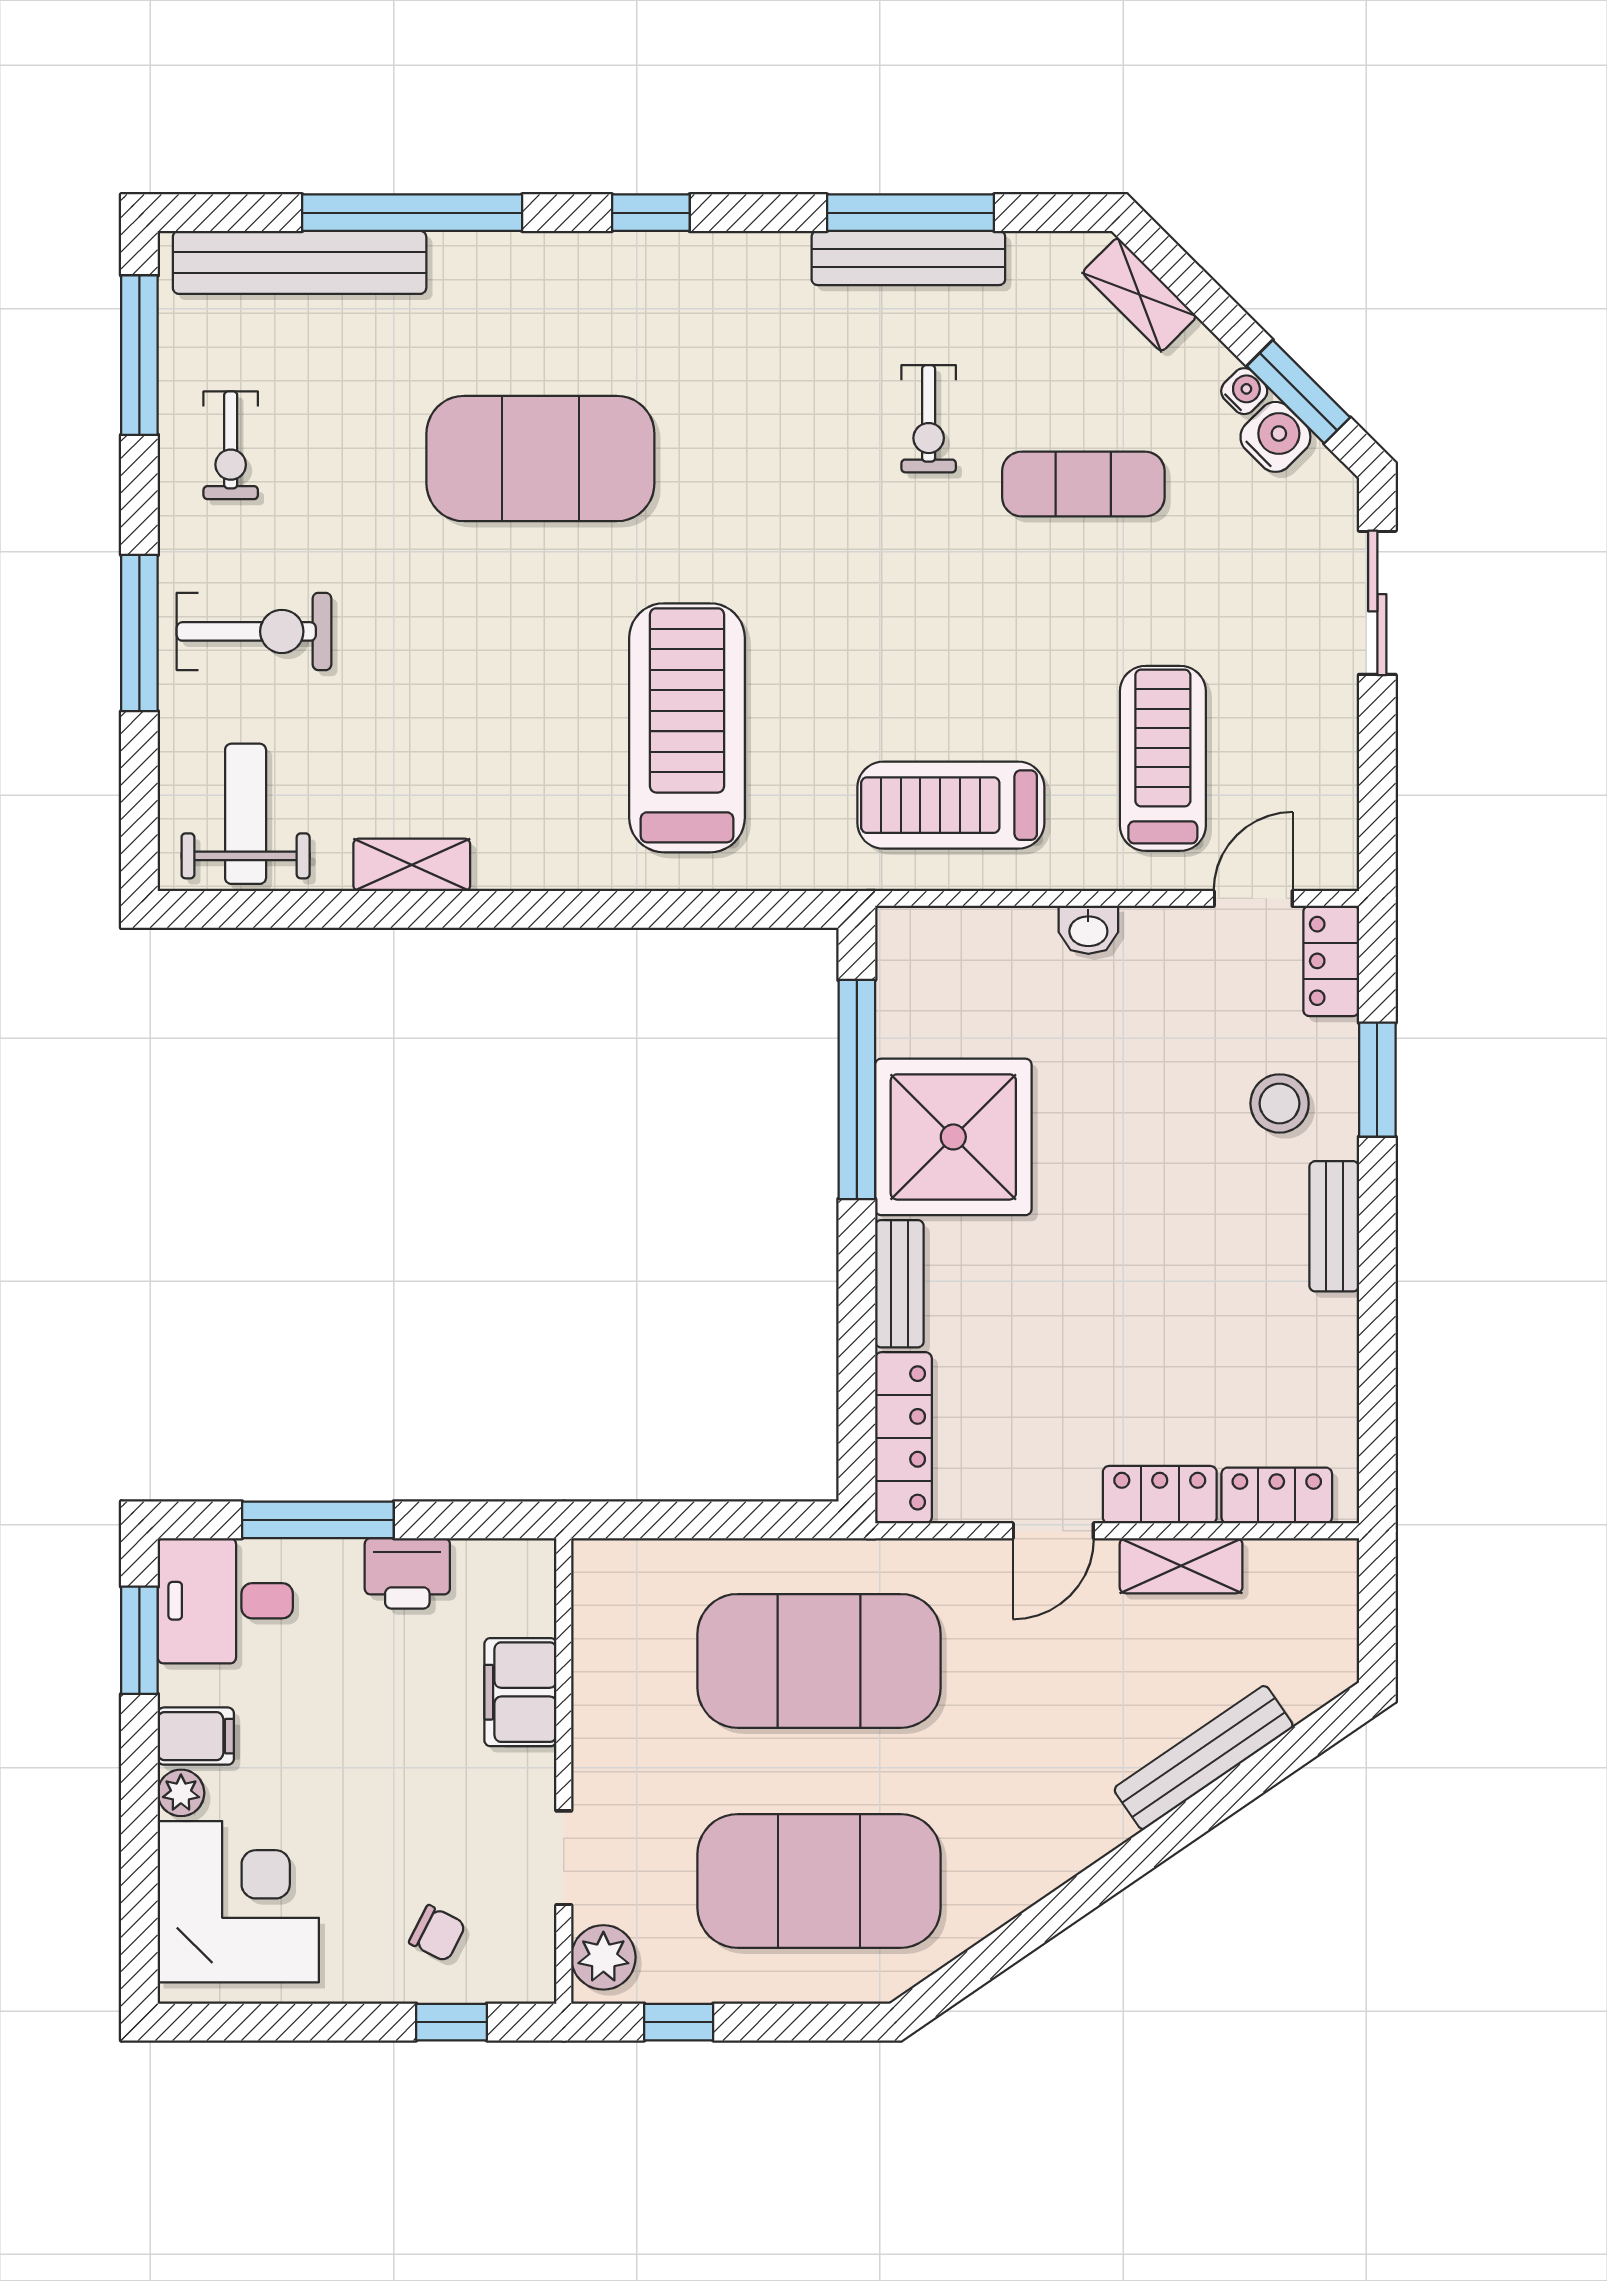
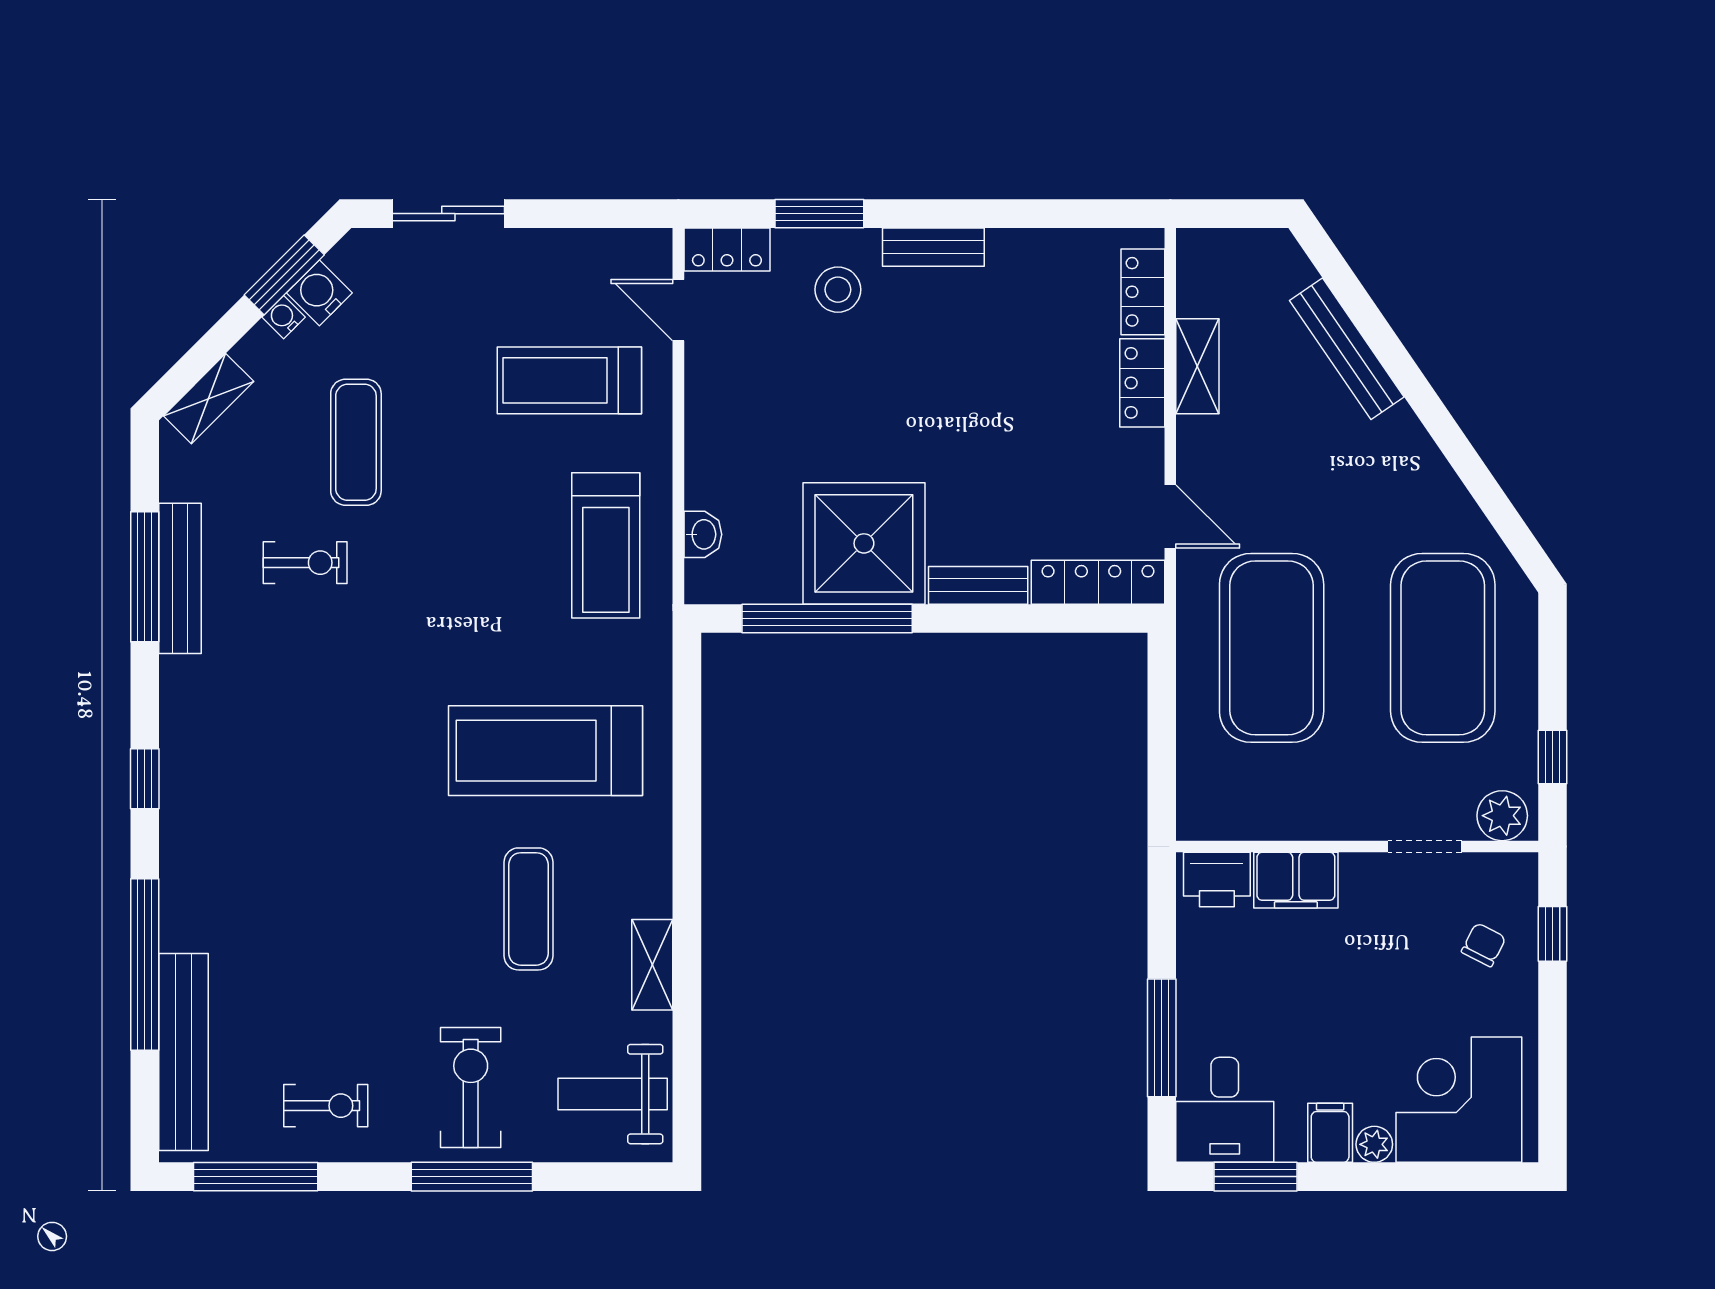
exercise mat: (540, 459) -> (528, 909), moved, width x0.50, depth x0.69
washbasin: (1088, 930) -> (703, 534), moved
door: (1053, 1531) -> (1170, 517), moved
printer: (407, 1573) -> (1217, 880), moved, turned 90

